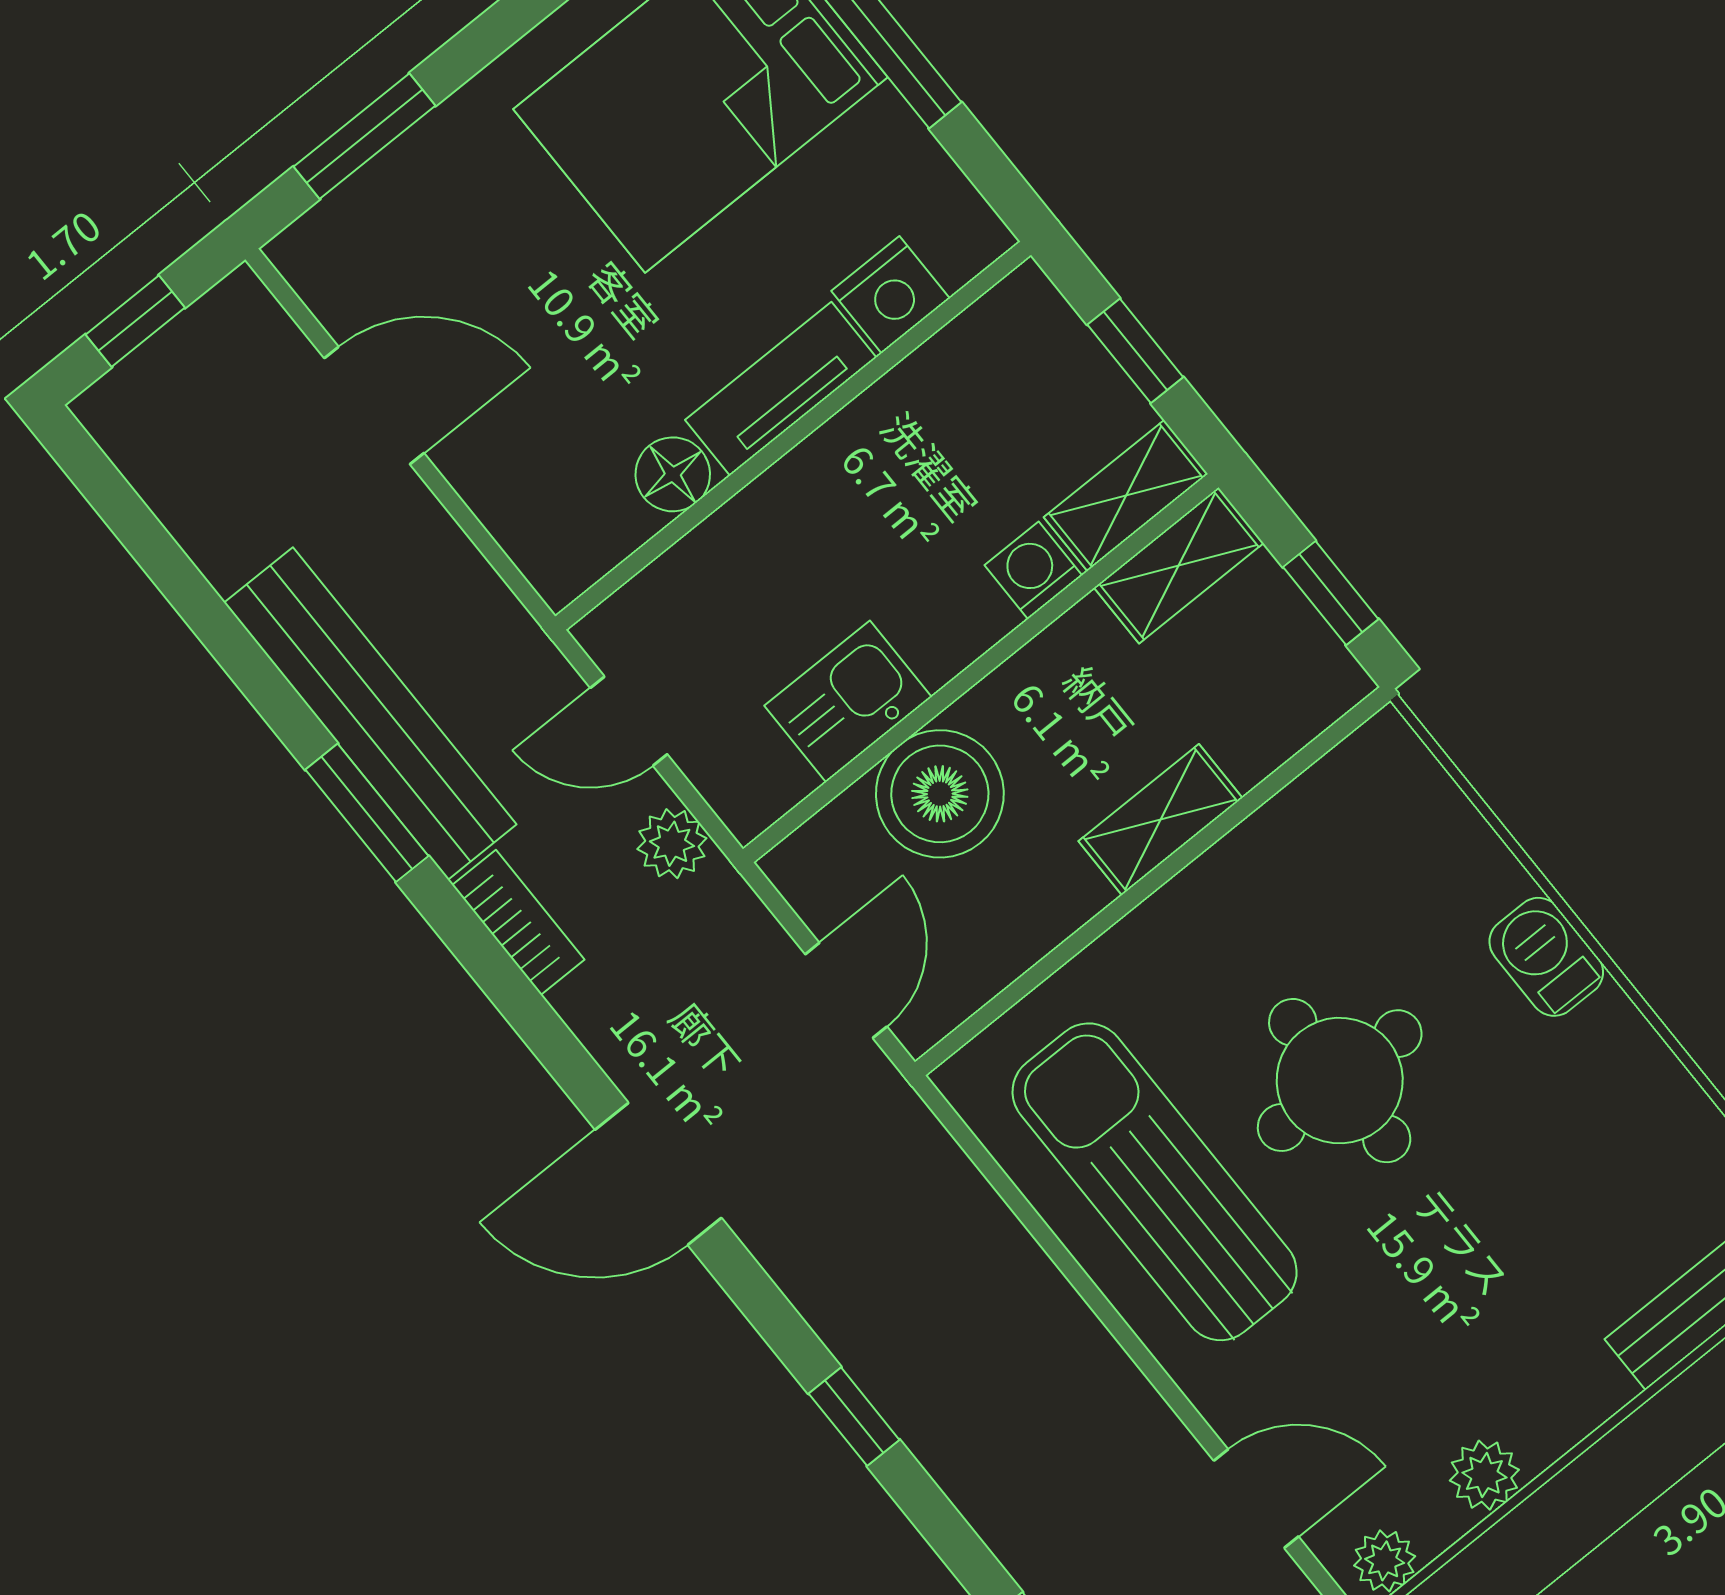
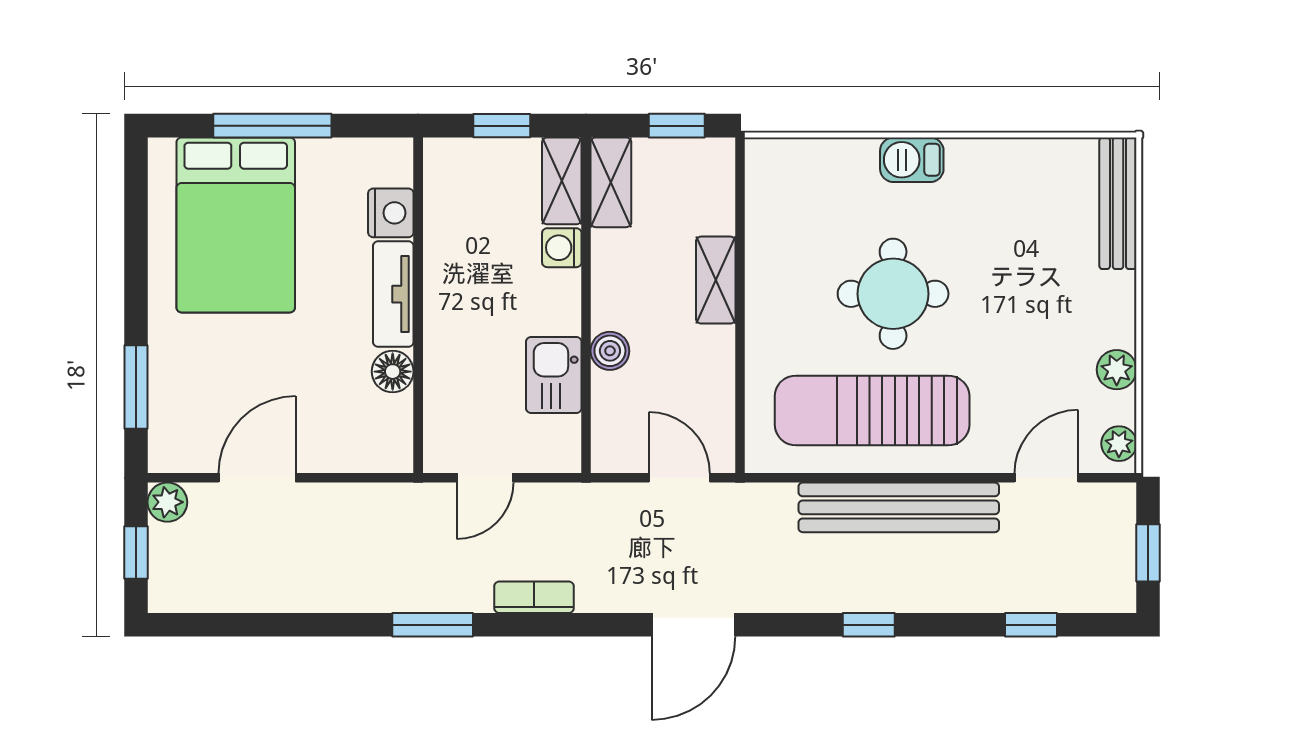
bench: (370, 714) -> (899, 507), moved
boiler: (940, 794) -> (610, 351), width x0.54, depth x0.54
plant: (672, 844) -> (167, 502), moved

